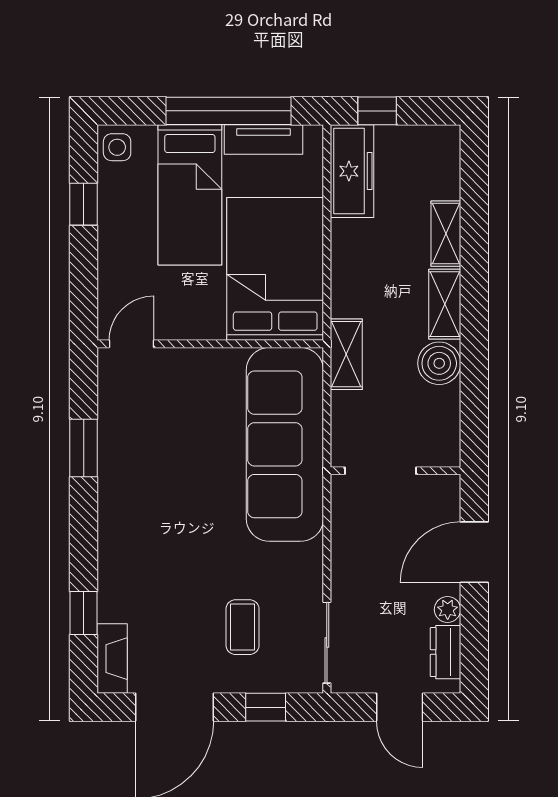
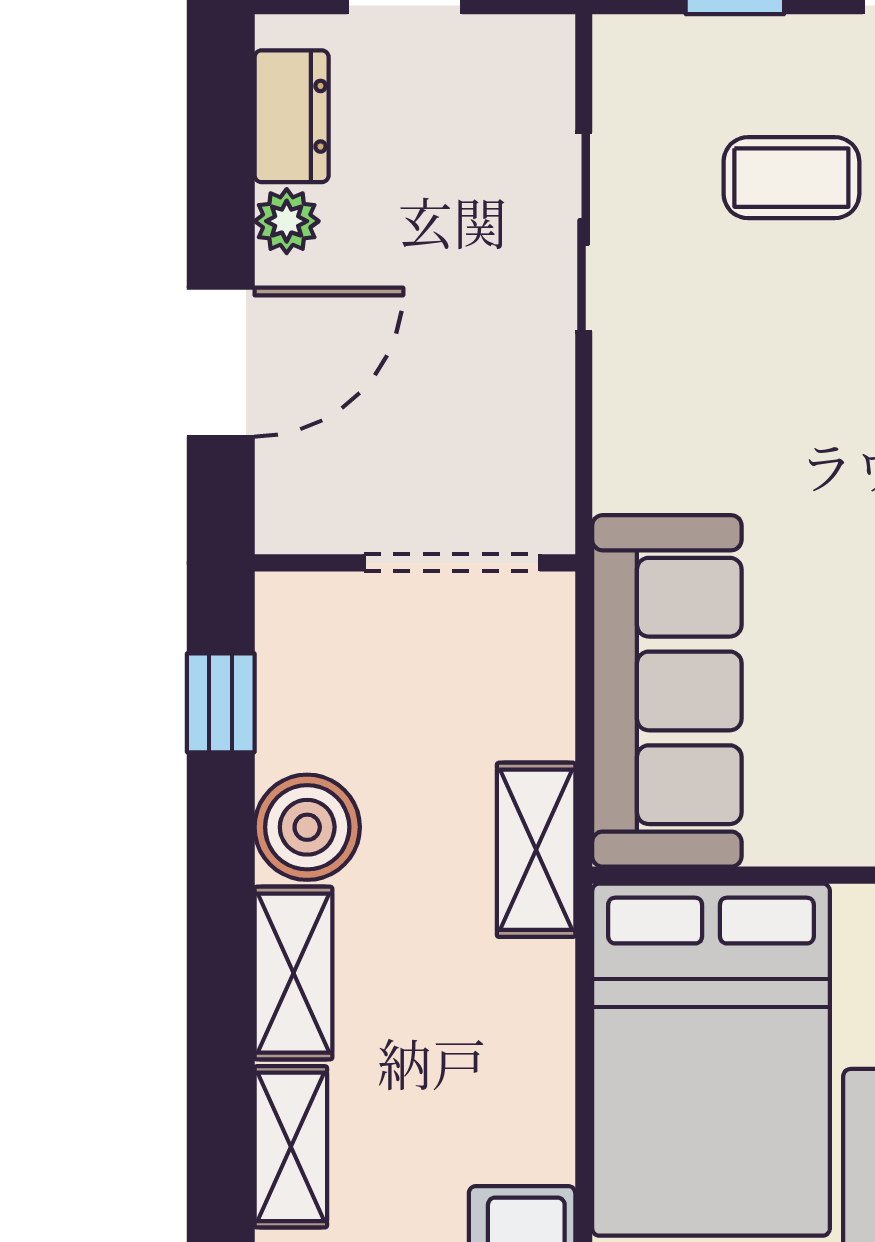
window: (474, 414) -> (221, 703), added
sofa: (285, 444) -> (667, 691), width x0.74, depth x0.79
coffee table: (243, 627) -> (791, 178), turned 90
sliding door: (327, 643) -> (584, 232), moved

